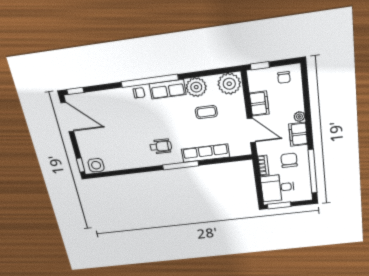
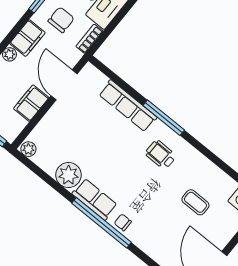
plant: (229, 84) -> (28, 149), width x0.53, depth x0.53
coffee table: (206, 112) -> (195, 202), moved
chair: (289, 160) -> (61, 20), turned 180

